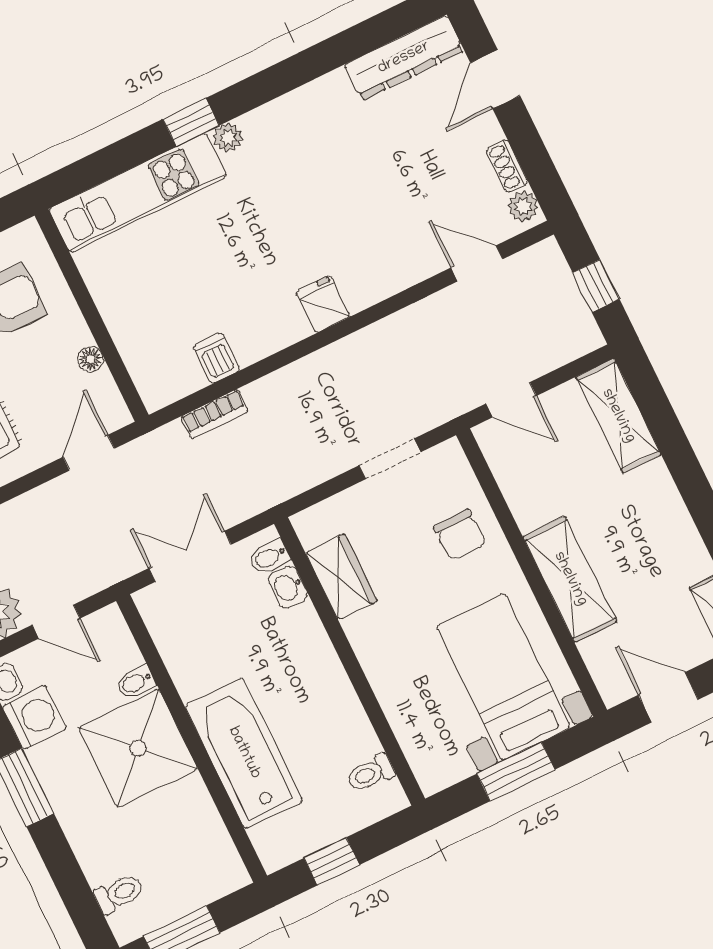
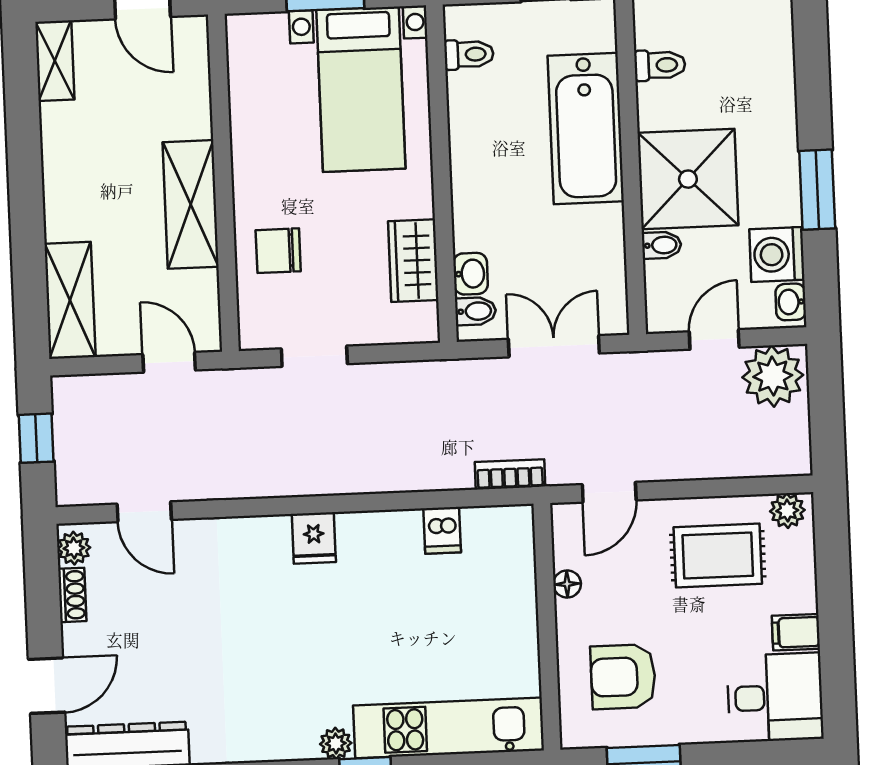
bookcase: (215, 414) -> (510, 474), moved
chair: (460, 535) -> (278, 251), turned -88
double door: (190, 556) -> (554, 346), swing flipped
shelving: (570, 579) -> (191, 204), moved
door: (56, 622) -> (714, 339), hinge flipped
bed with nightstands: (503, 677) -> (361, 89), moved
toilet: (119, 894) -> (660, 65), moved, turned 180

